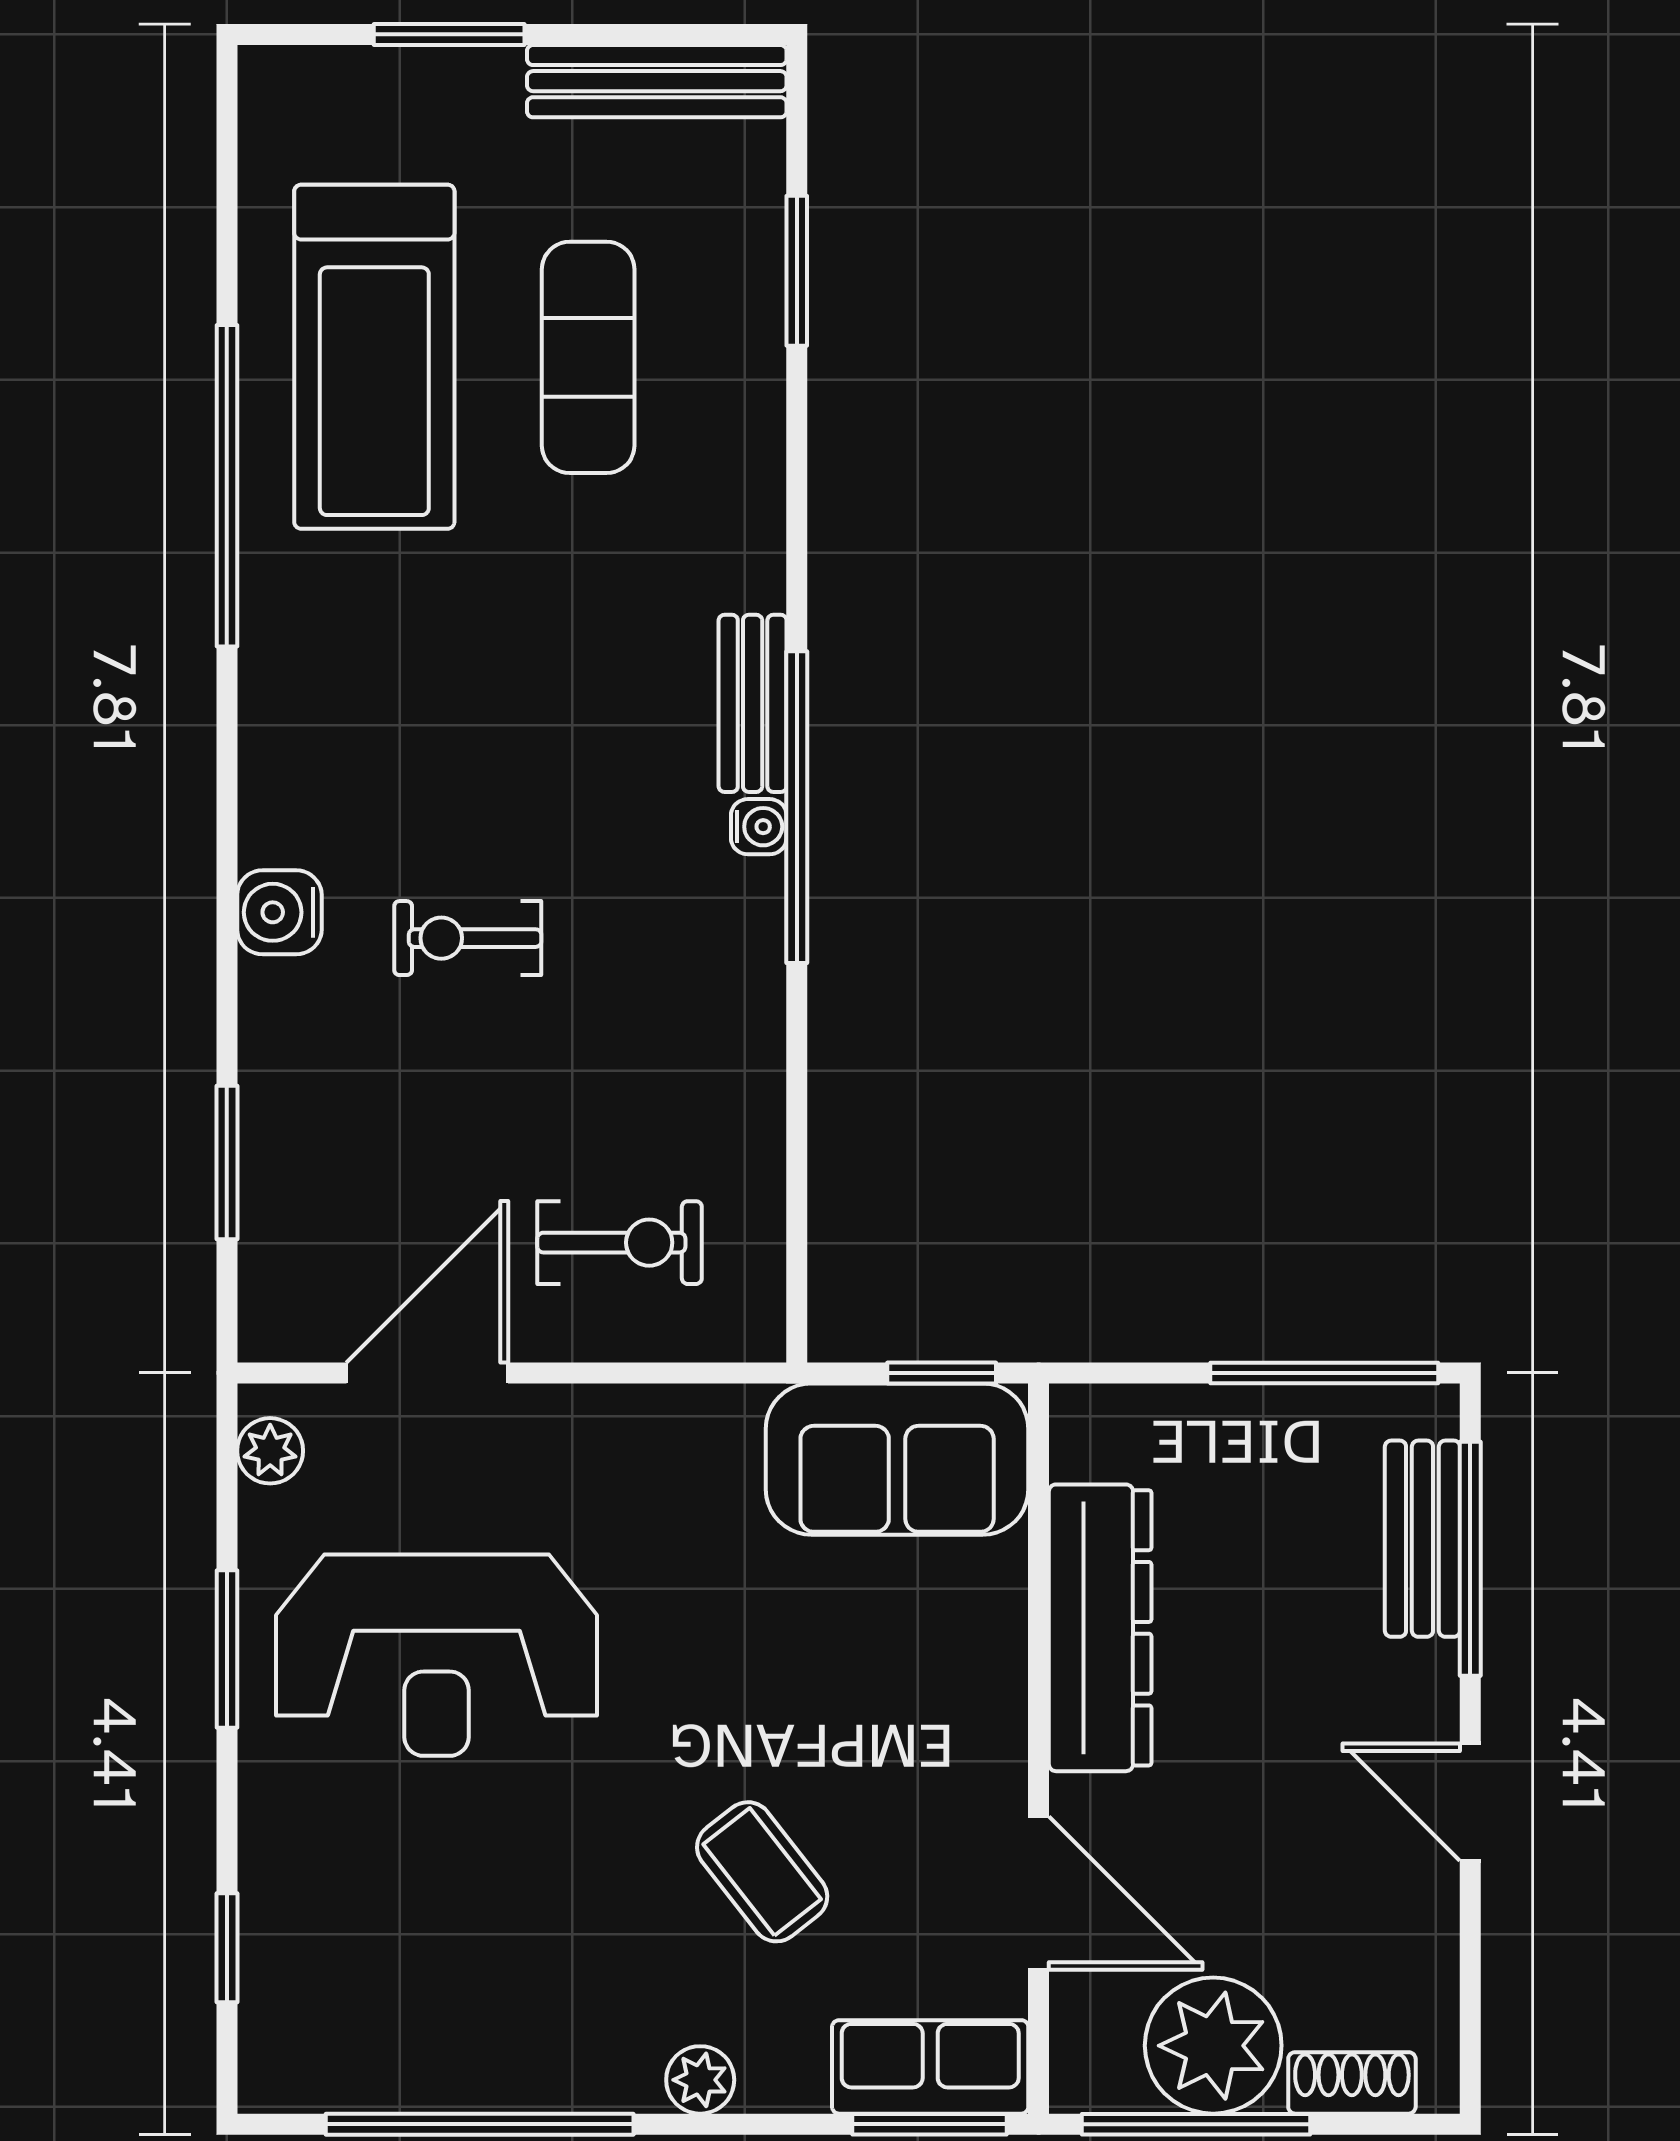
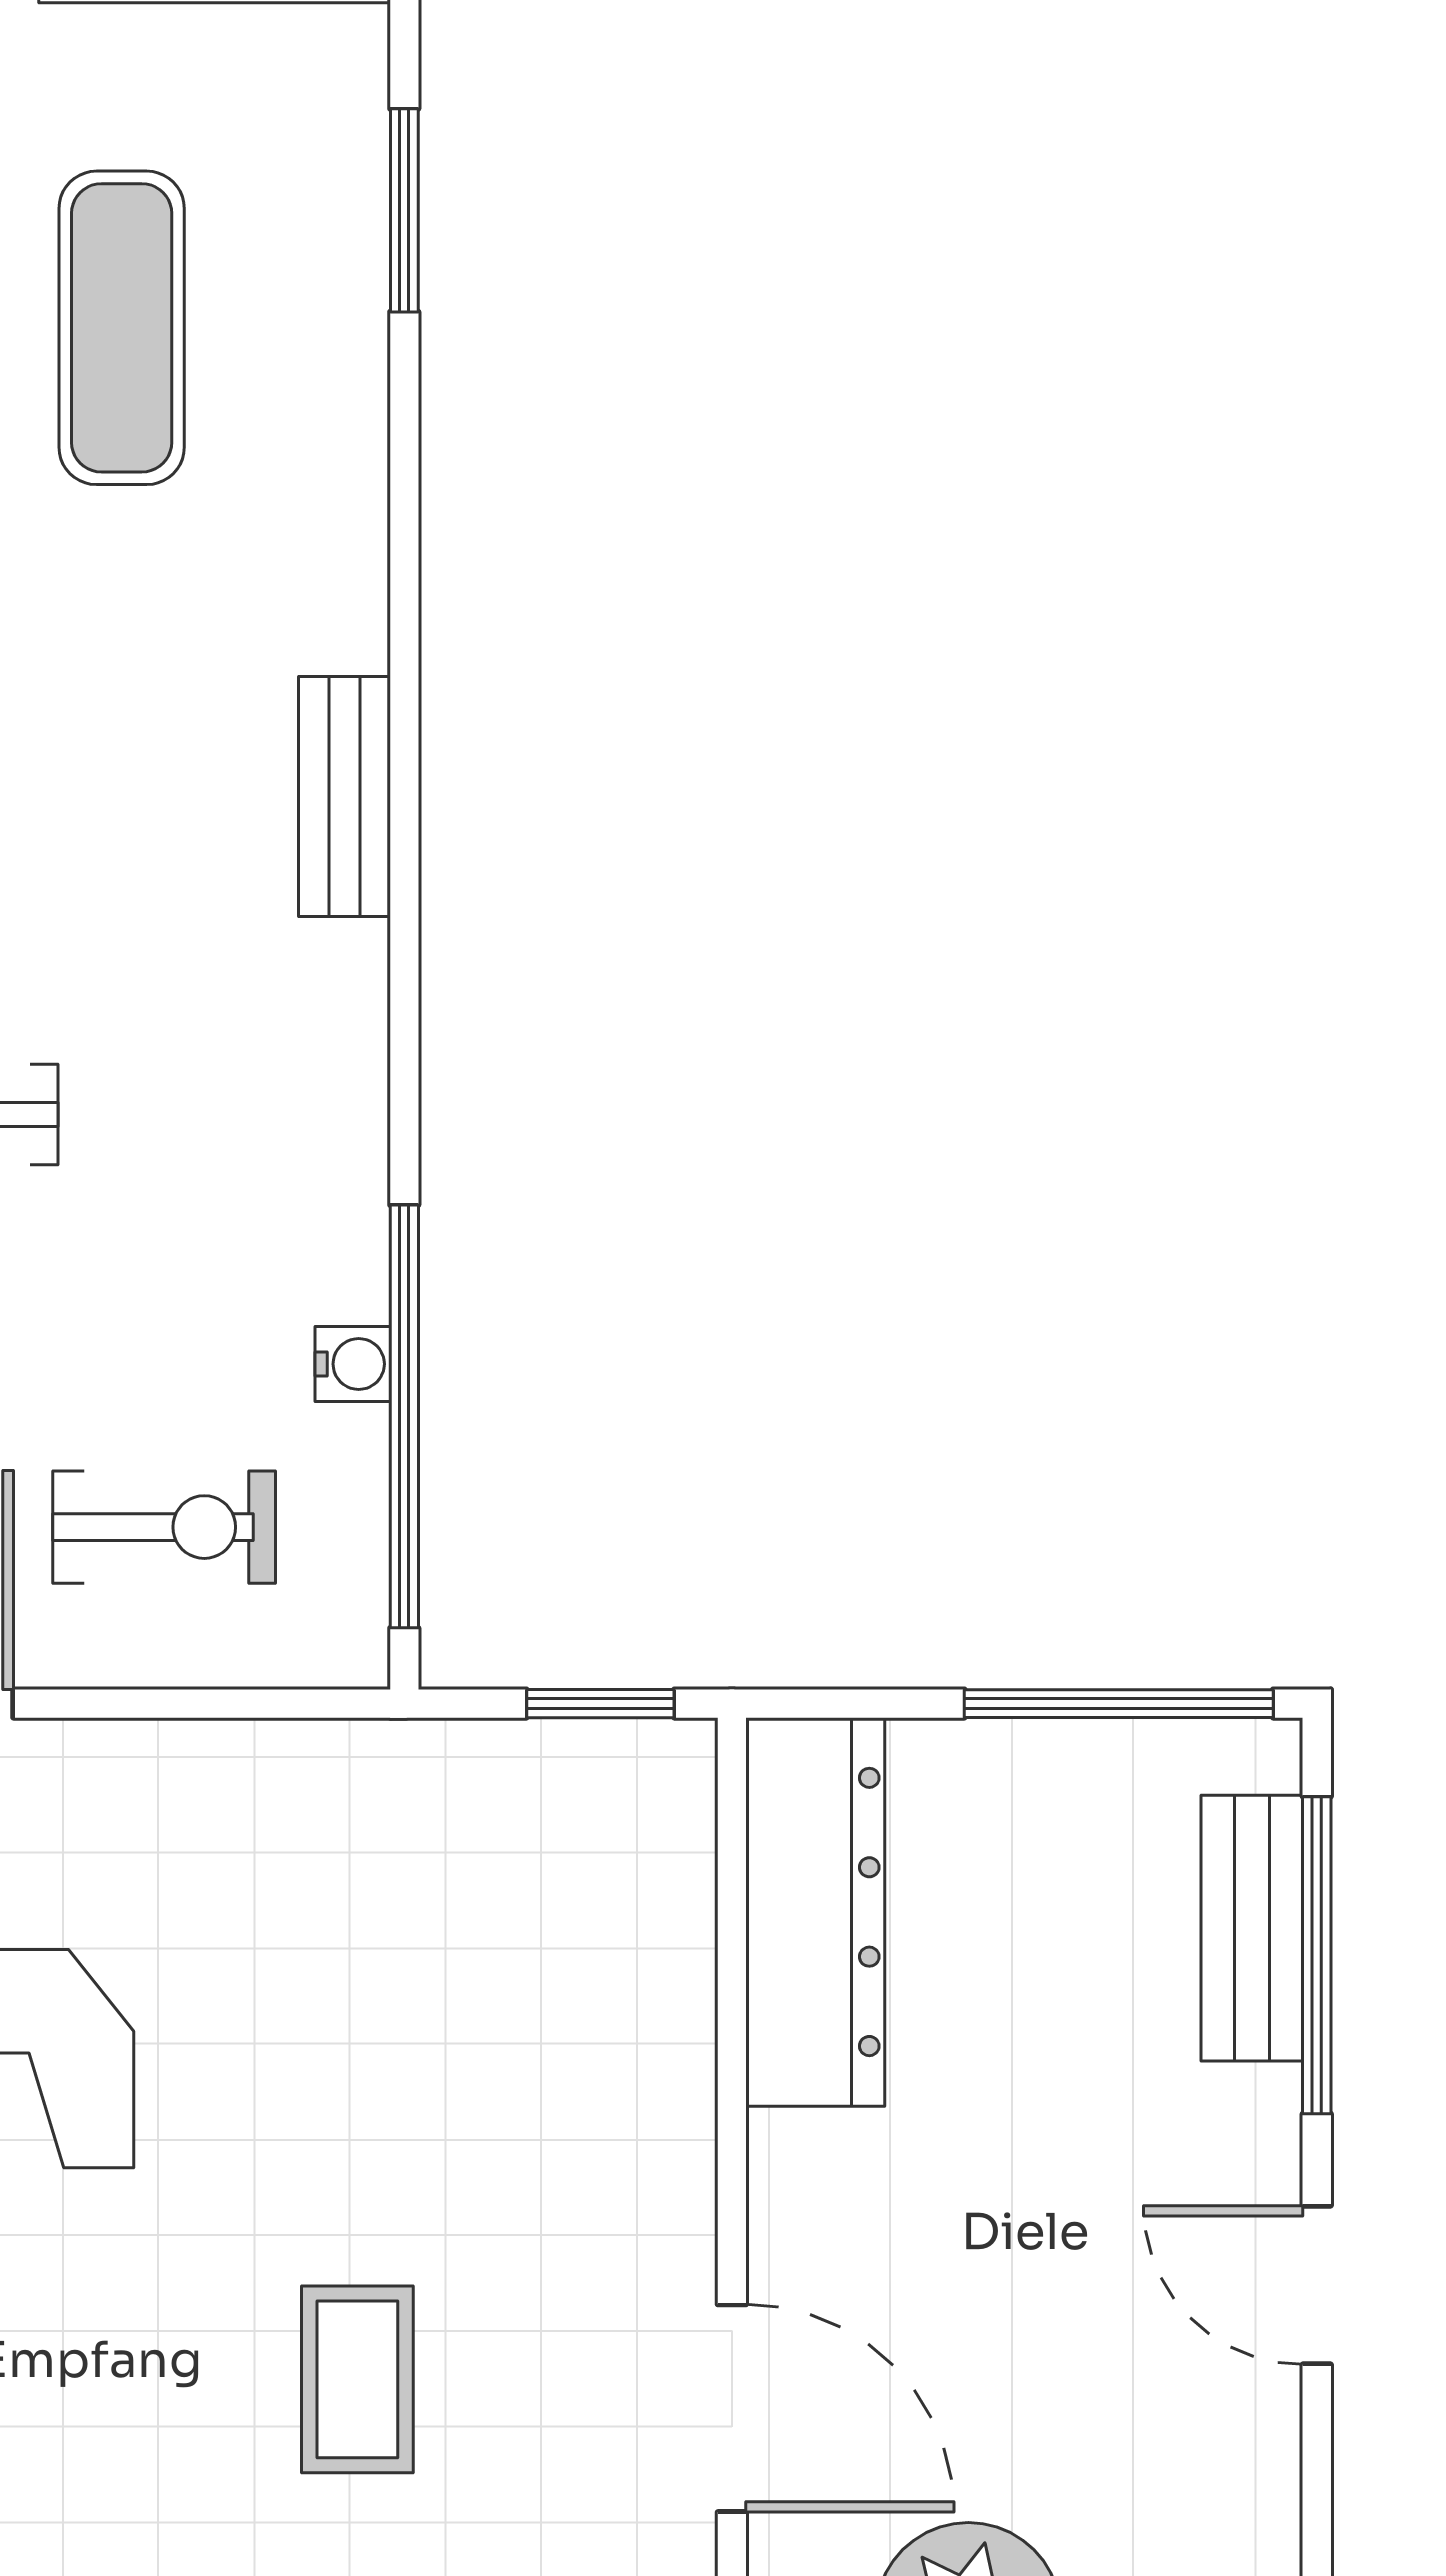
window: (797, 807) -> (404, 1416), moved
water cooler: (759, 827) -> (353, 1364), moved
sofa: (897, 1459) -> (540, 1820), removed
dresser: (1100, 1628) -> (815, 1912), moved
coffee table: (762, 1872) -> (357, 2379), turned 38

